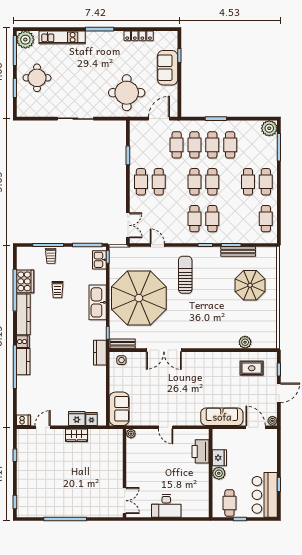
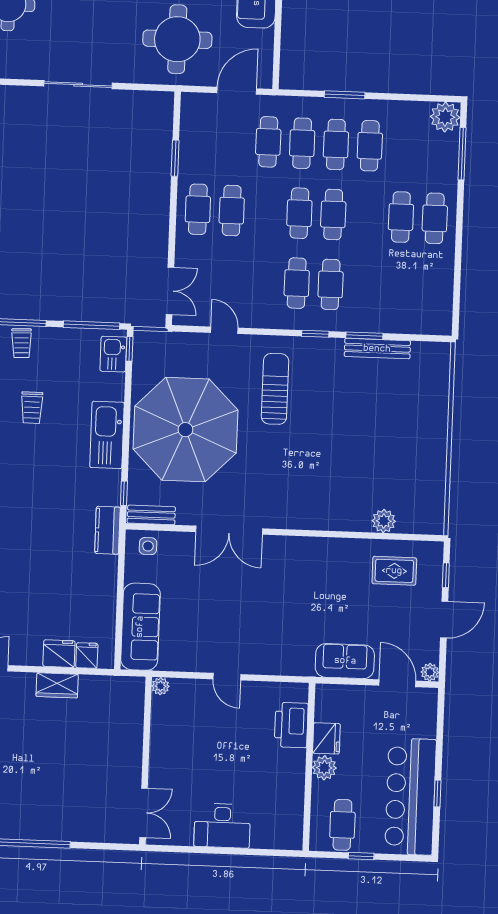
cafe table: (266, 219) -> (432, 288), removed
parasol: (250, 285) -> (397, 413), removed
sofa: (119, 409) -> (140, 627), width x1.36
sofa: (222, 417) -> (345, 661), width x0.73
bar counter: (265, 495) -> (410, 797), width x1.36

